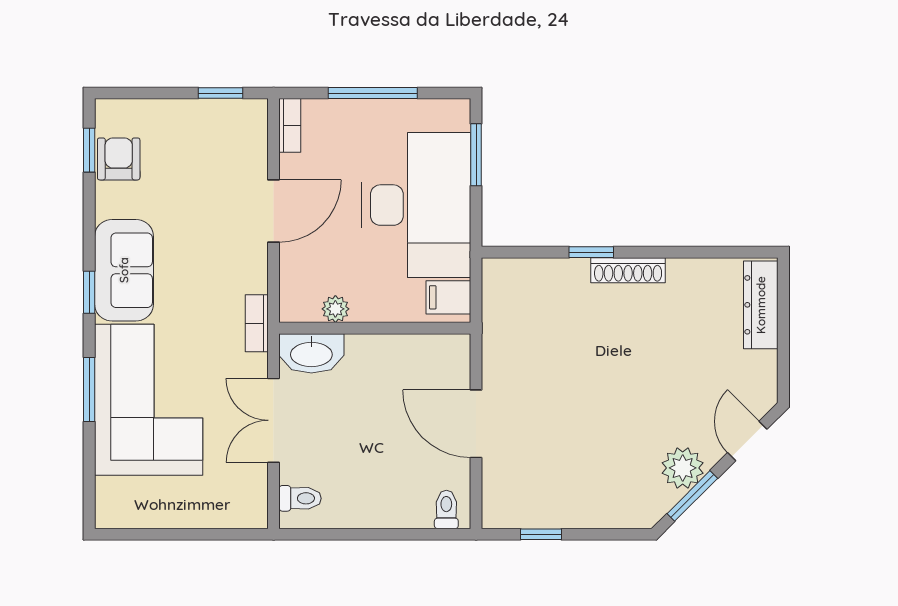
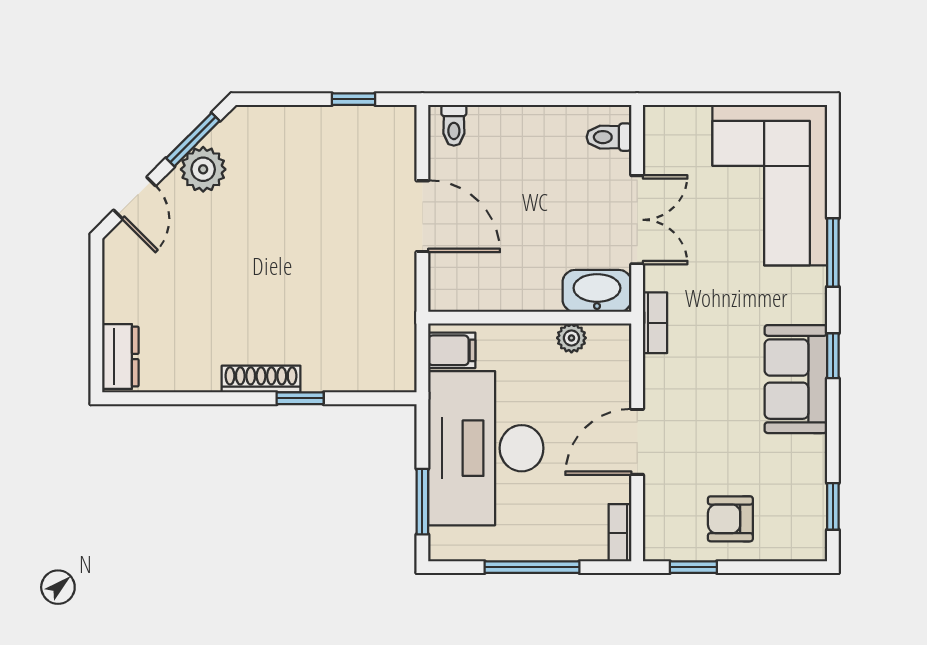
armchair: (119, 159) -> (730, 519), moved, turned 90
dresser: (761, 305) -> (120, 357), width x0.70
corner sofa: (149, 400) -> (770, 185), moved

